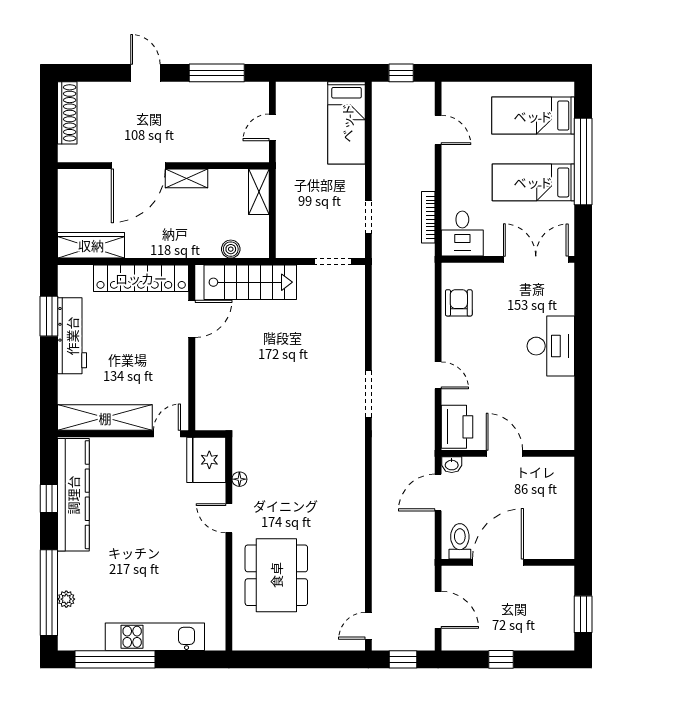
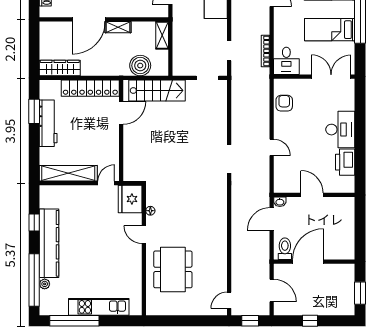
boiler: (231, 249) -> (140, 66), width x1.86, depth x1.86
printer: (457, 427) -> (345, 162), moved, turned 180
kitchen counter: (73, 495) -> (49, 243), moved

